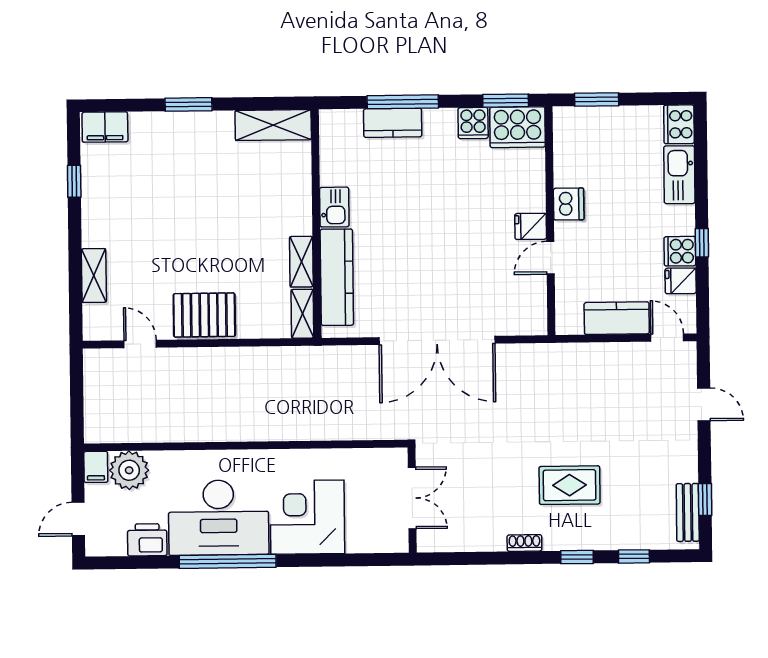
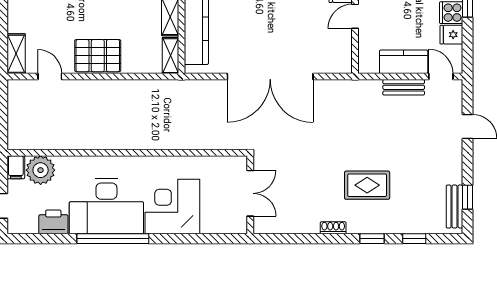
shelving: (94, 276) -> (16, 54), moved
bench: (617, 353) -> (404, 87), added

